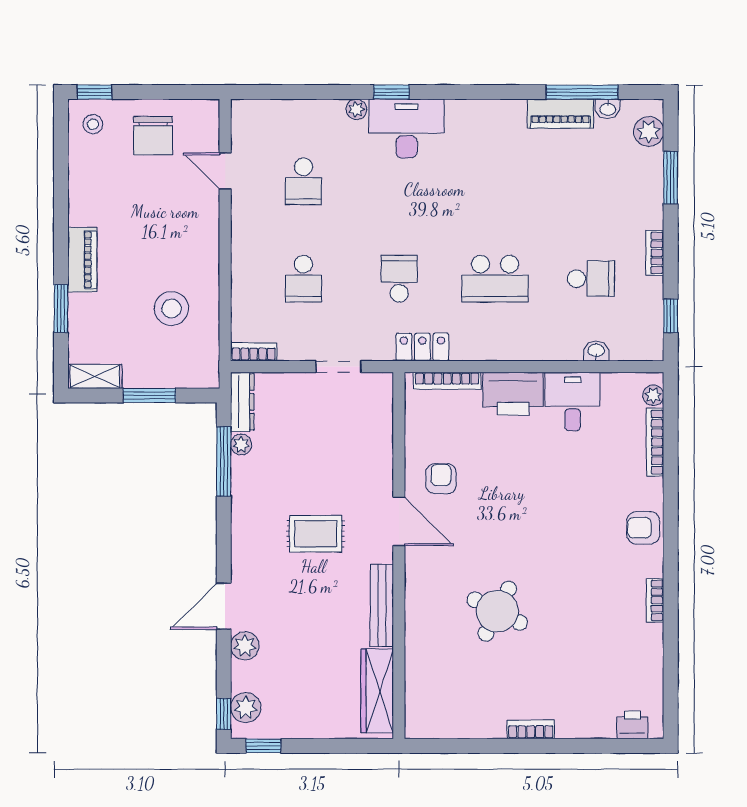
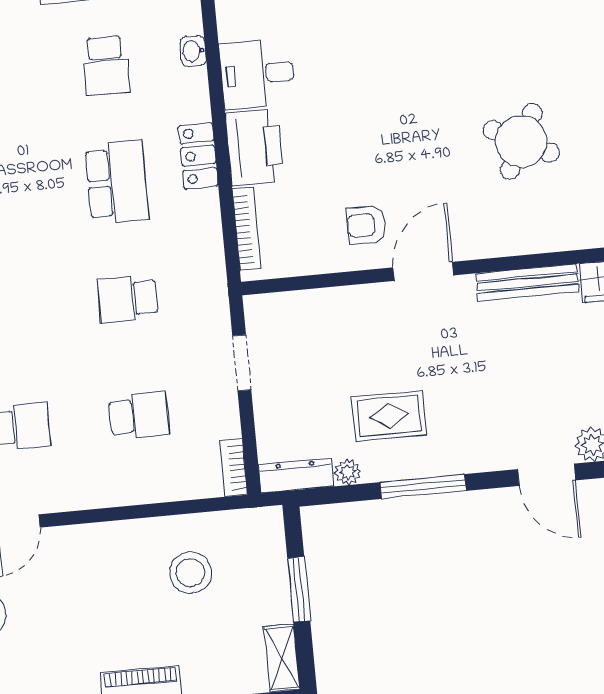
school desk: (591, 279) -> (106, 66), turned 180
locker: (422, 347) -> (198, 156), moved
window: (224, 461) -> (423, 486), moved
rug: (316, 534) -> (389, 416), moved, turned 90

